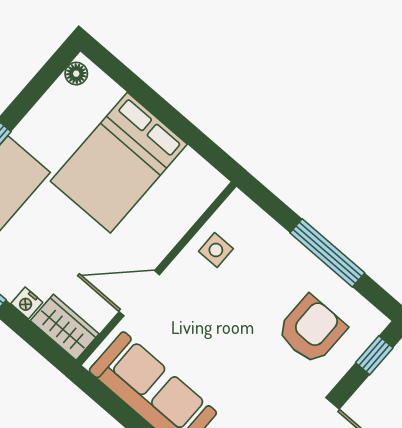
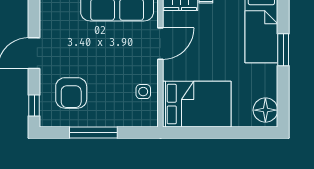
floor lamp: (76, 74) -> (265, 110), width x1.89, depth x1.89
bed: (119, 163) -> (197, 104), moved, turned 90

